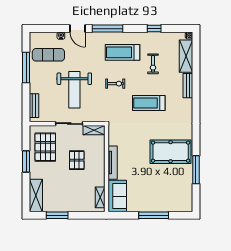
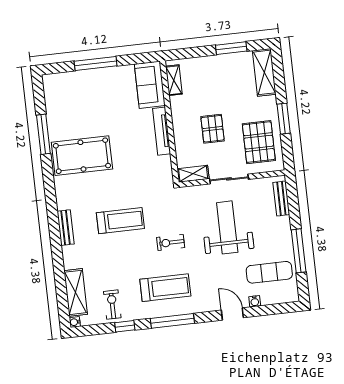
window: (107, 29) -> (172, 321), moved
exercise bike: (153, 64) -> (112, 305), moved
bench: (188, 86) -> (66, 228), moved

